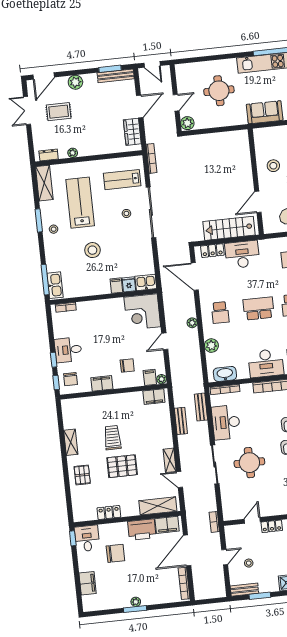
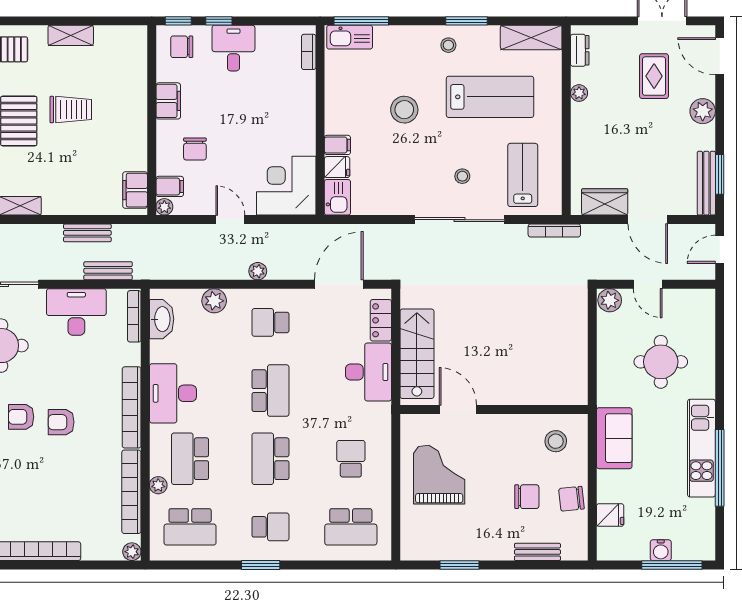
stool: (273, 166) -> (556, 441), moved

